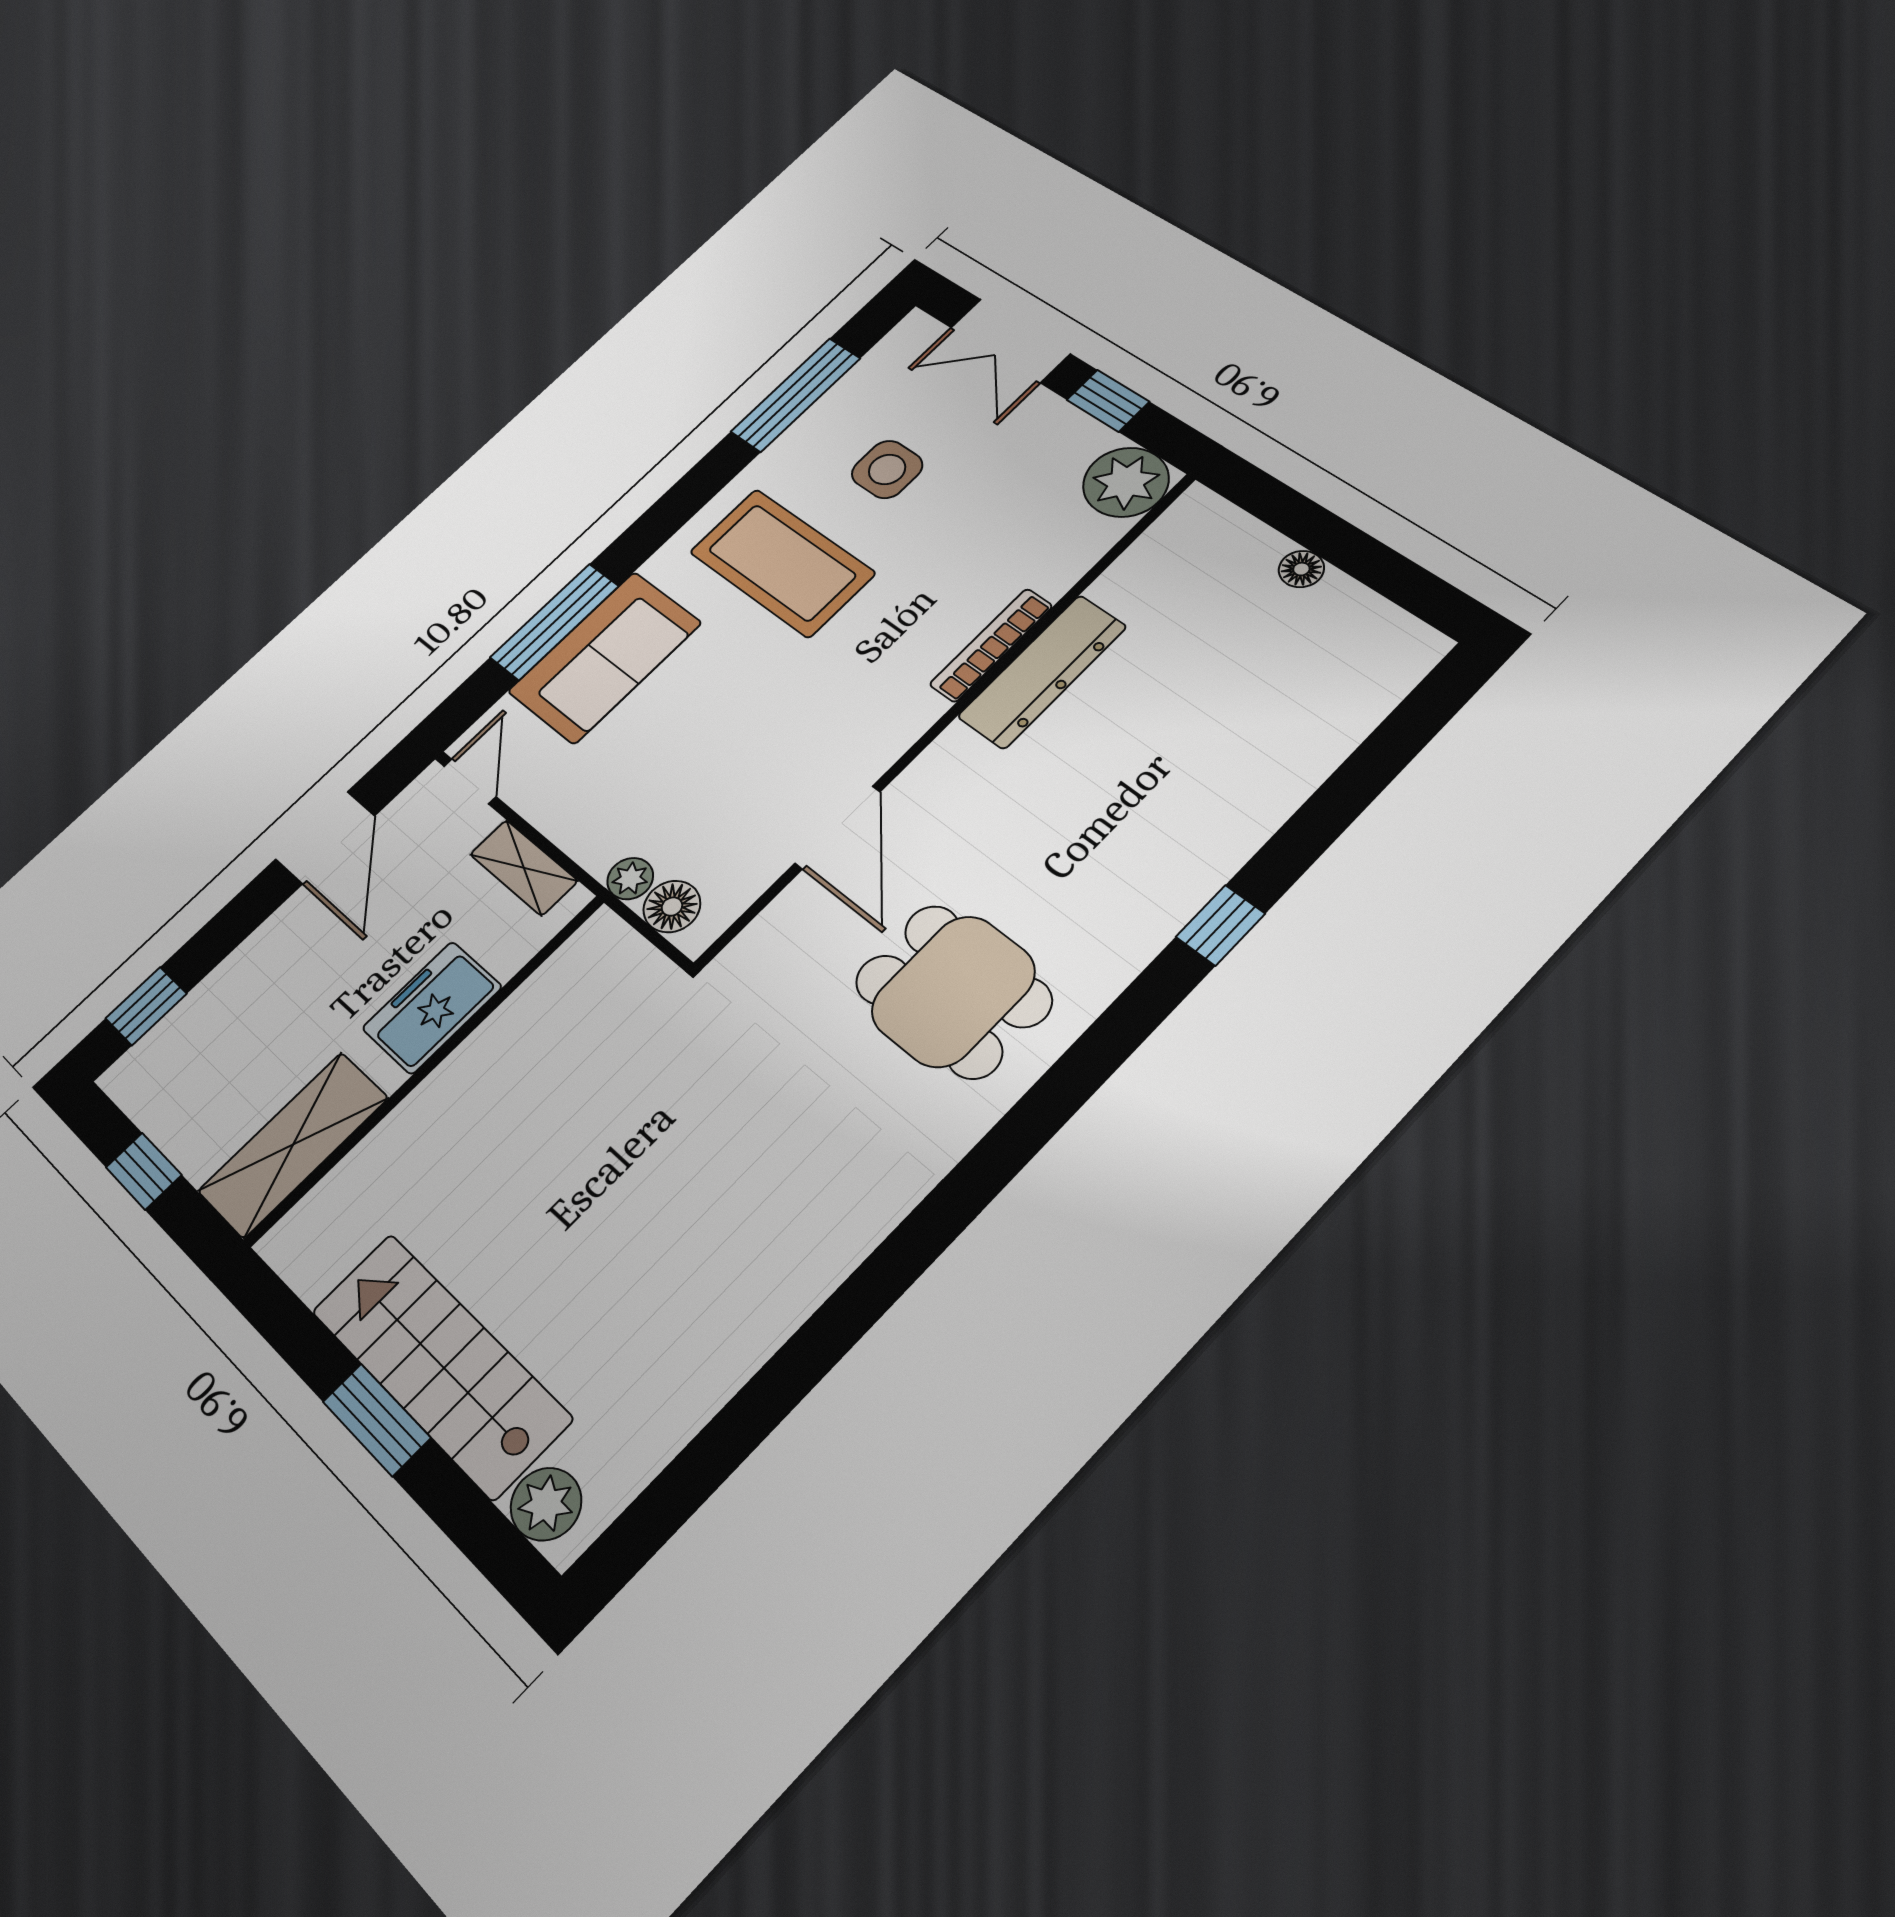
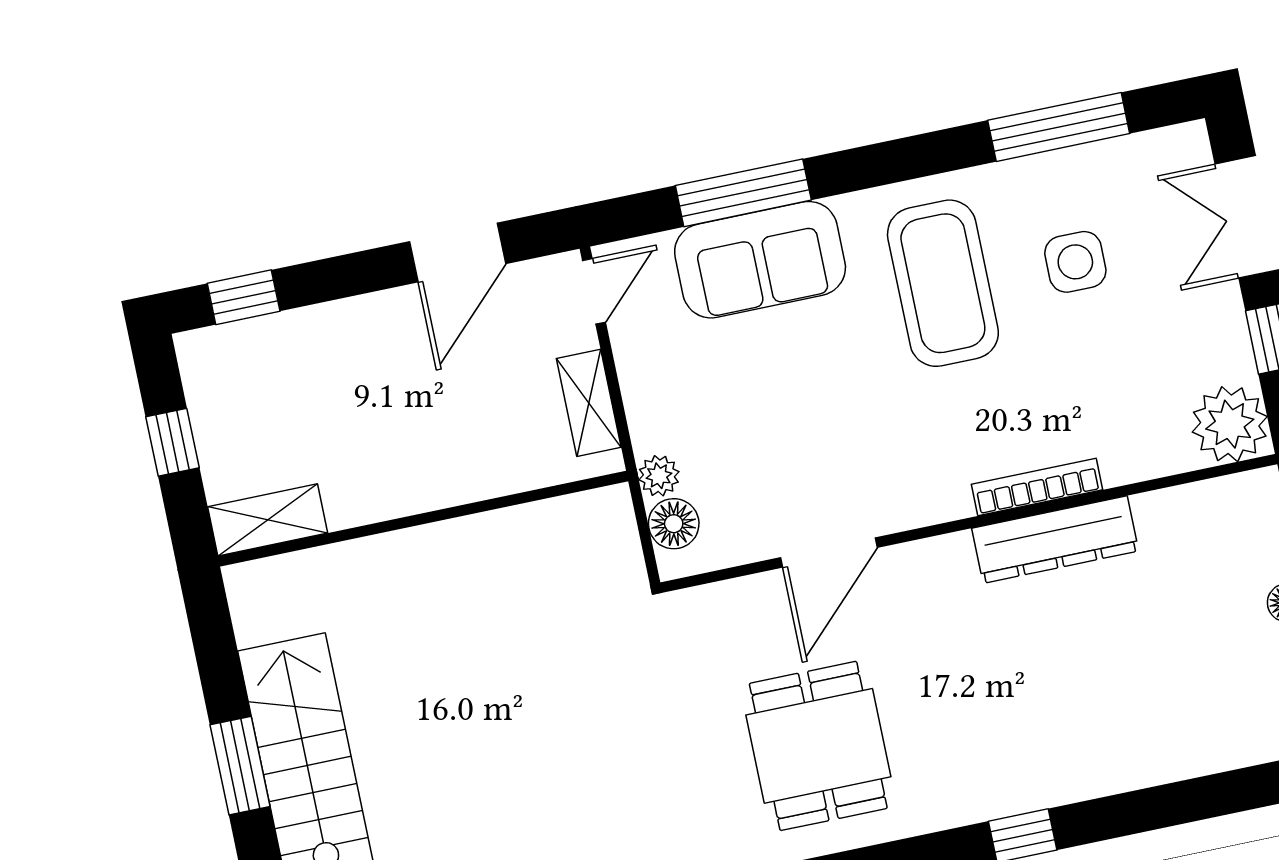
freezer: (432, 1008) -> (455, 470), removed
shelving: (293, 1145) -> (268, 520), width x0.67, depth x0.75

